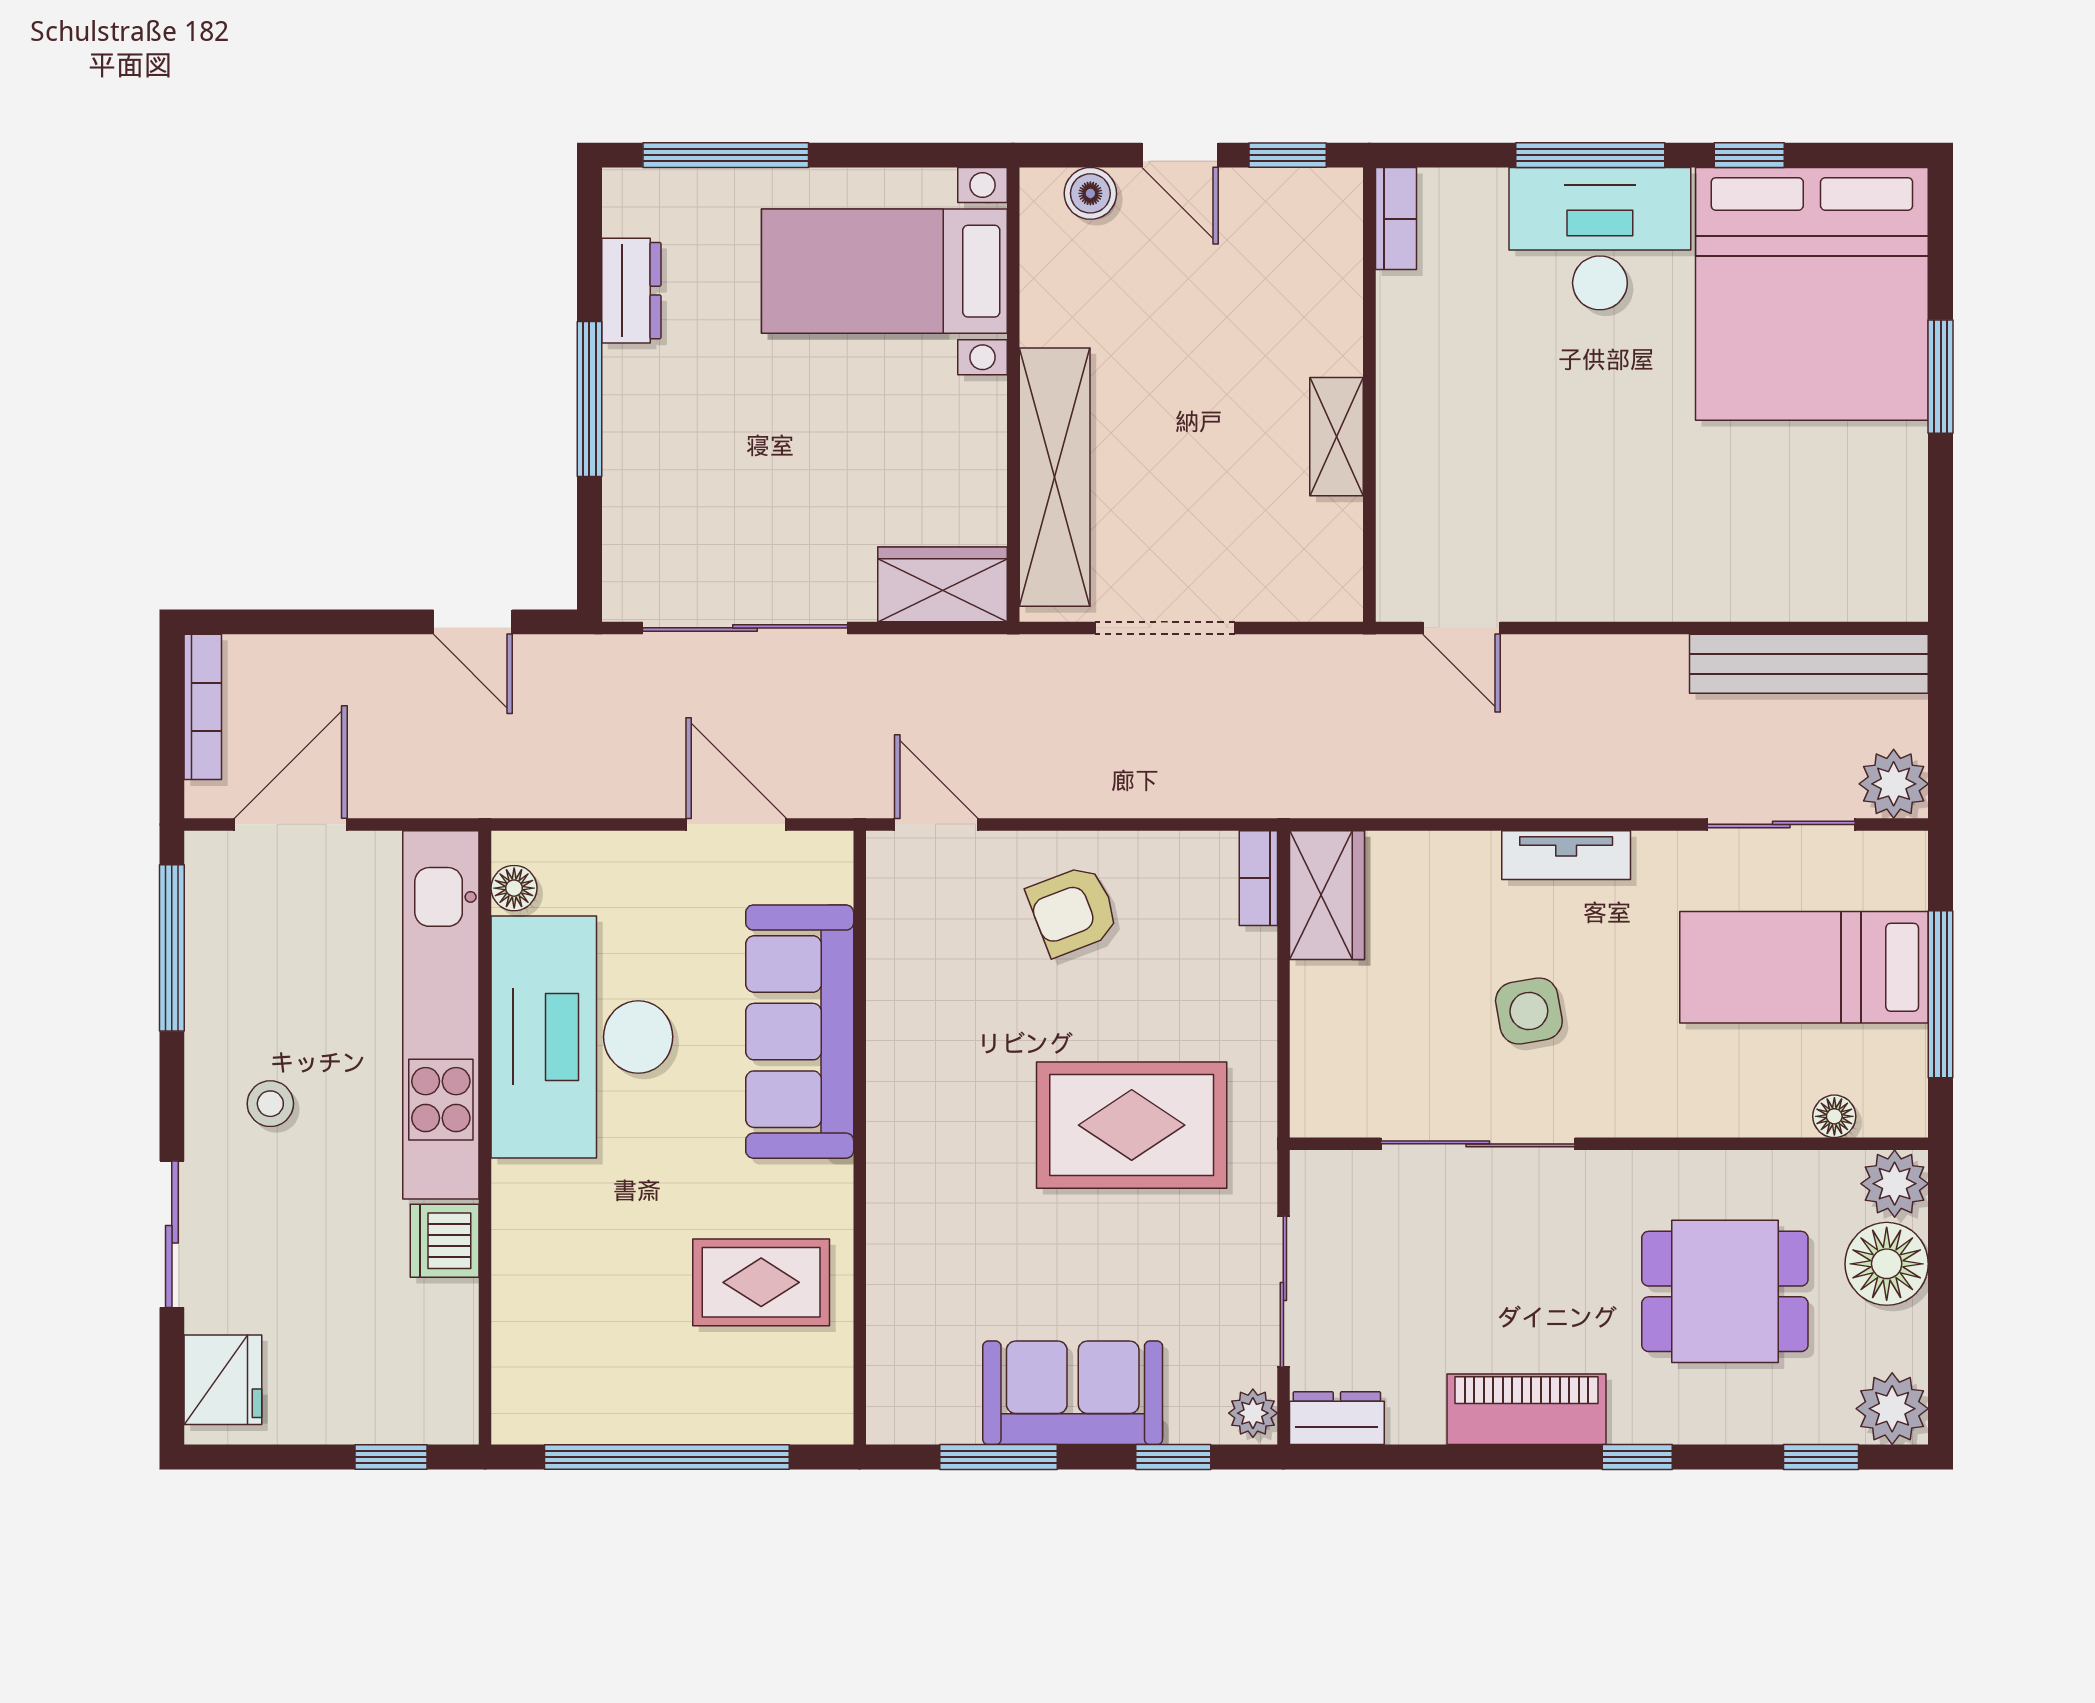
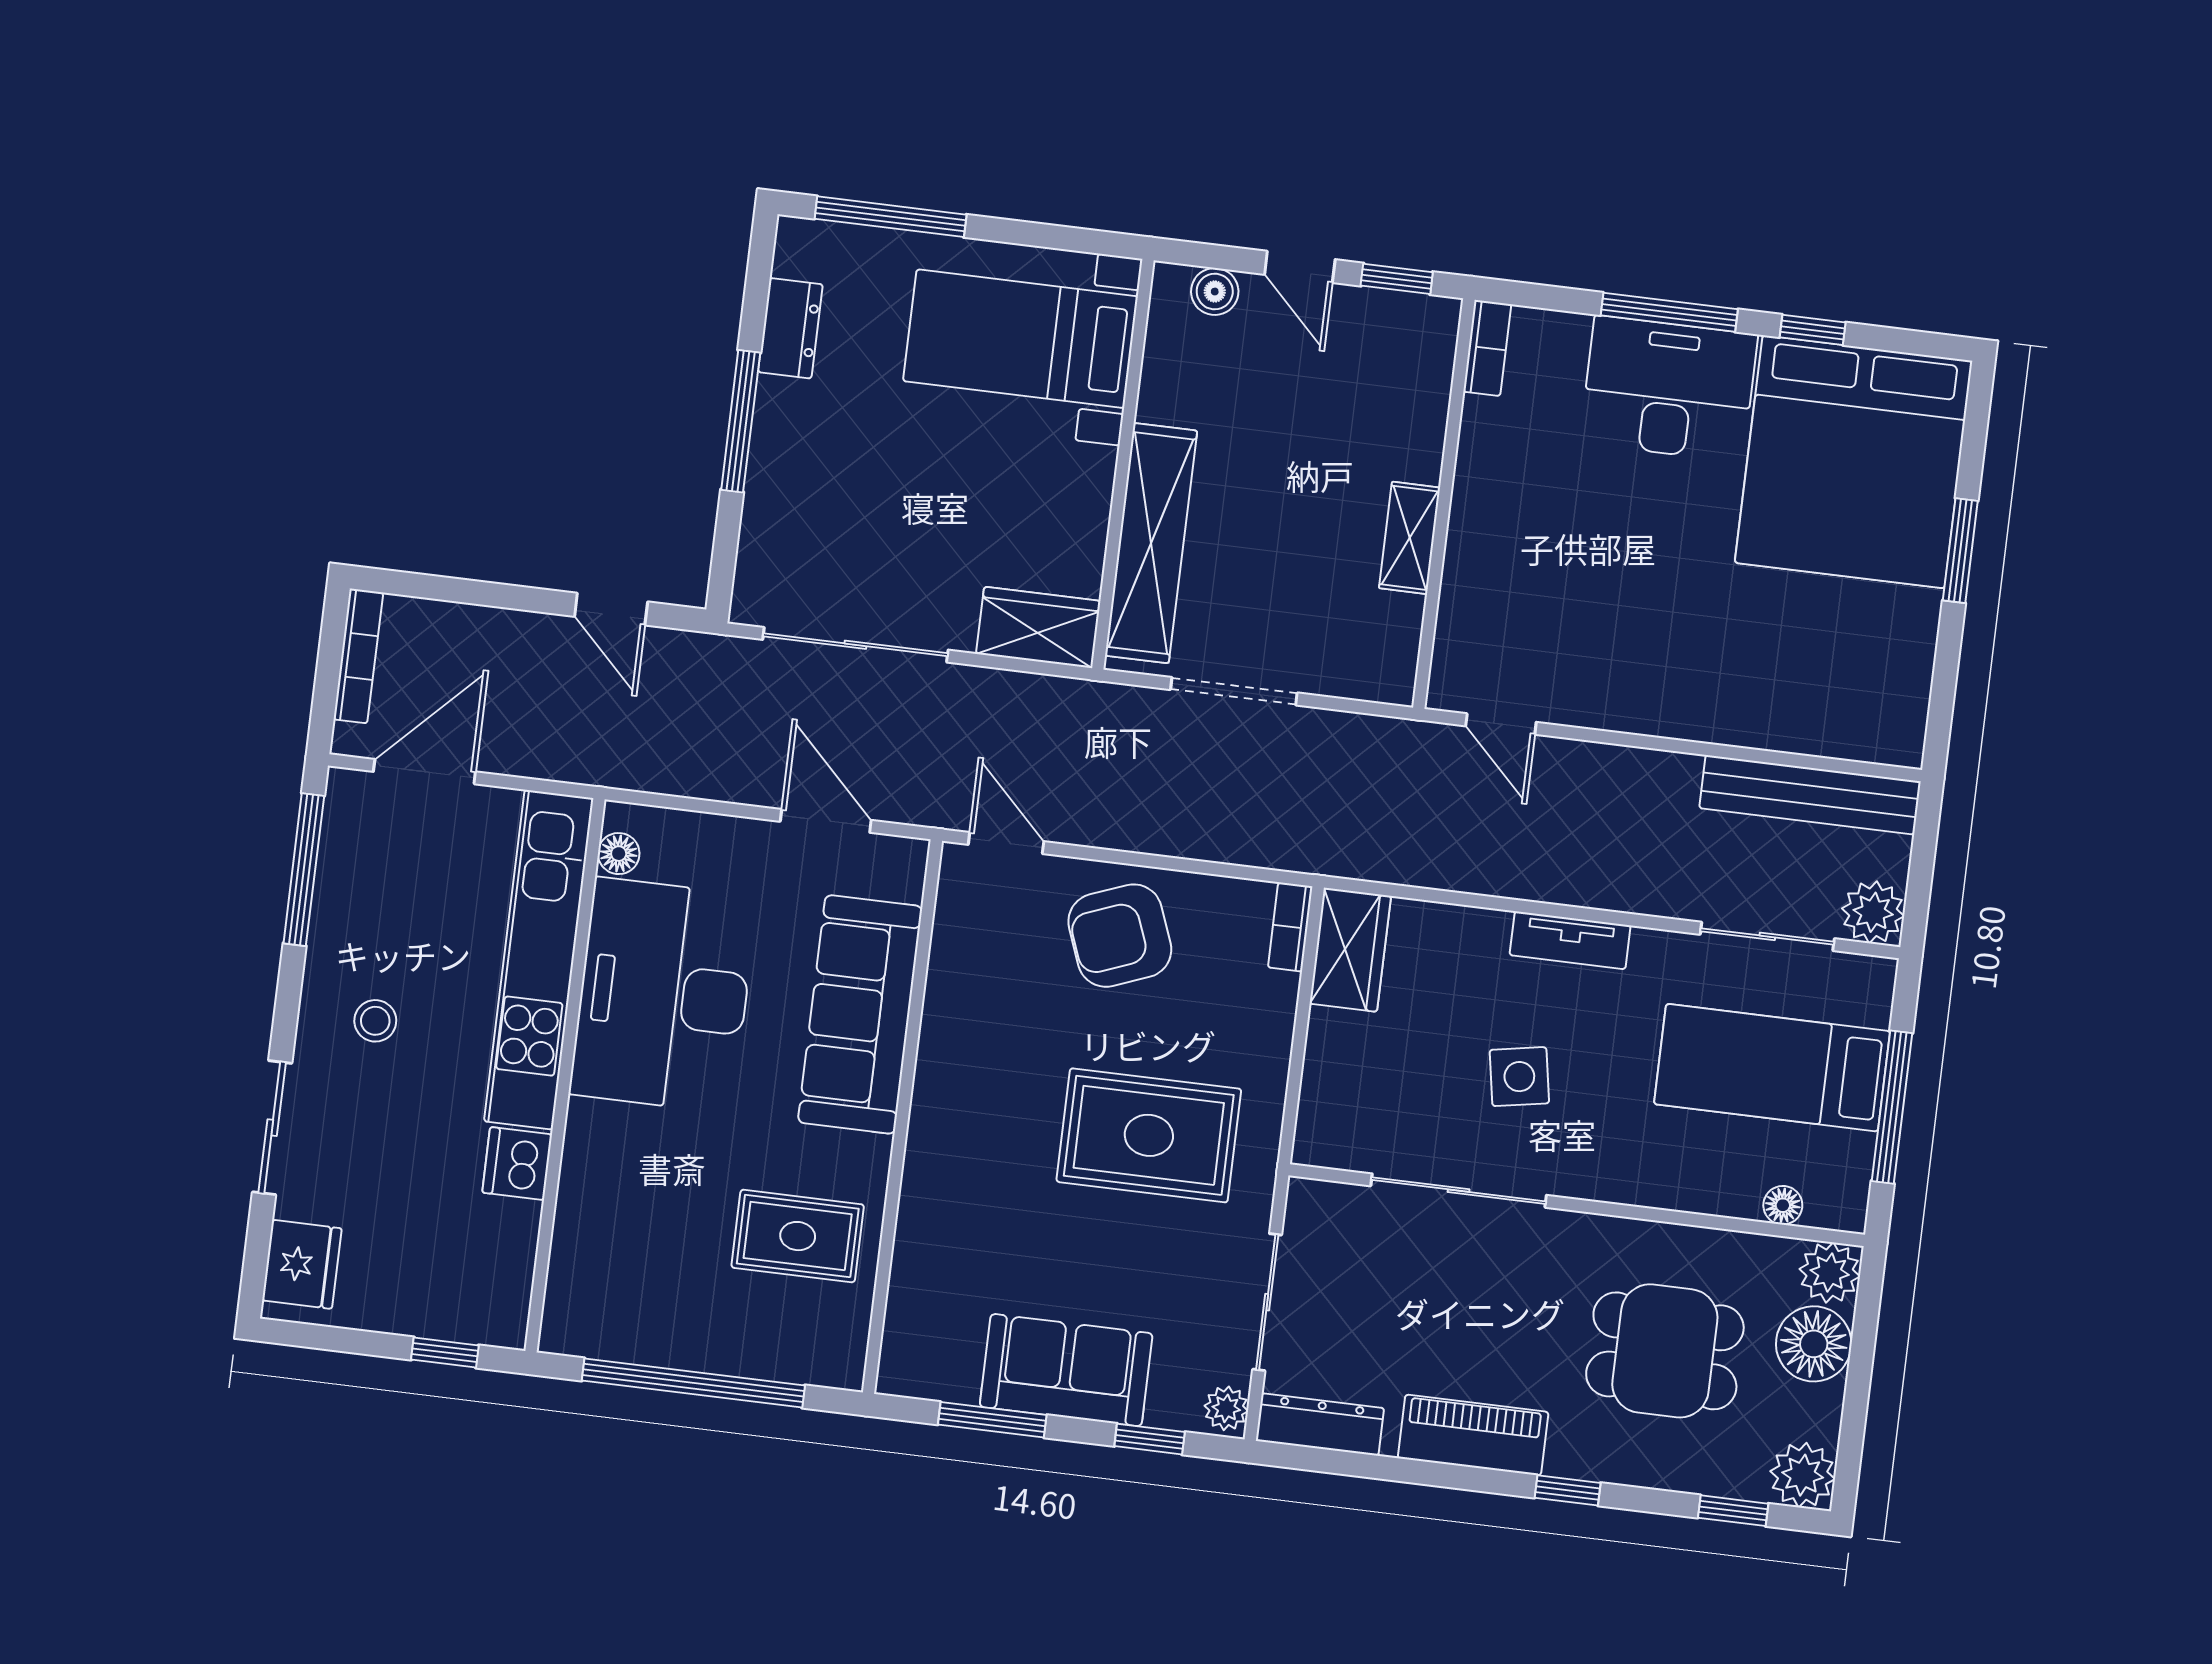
armchair: (1073, 910) -> (1120, 936), width x1.38, depth x1.38
dresser: (1337, 1418) -> (1320, 1424), width x1.44

